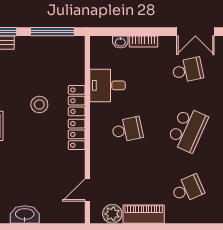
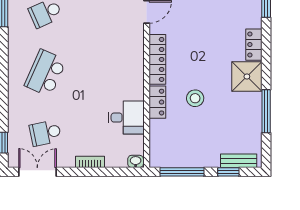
washbasin: (120, 42) -> (136, 161), moved
school desk: (127, 130) -> (106, 73), removed
locker: (77, 134) -> (157, 59), width x1.53

